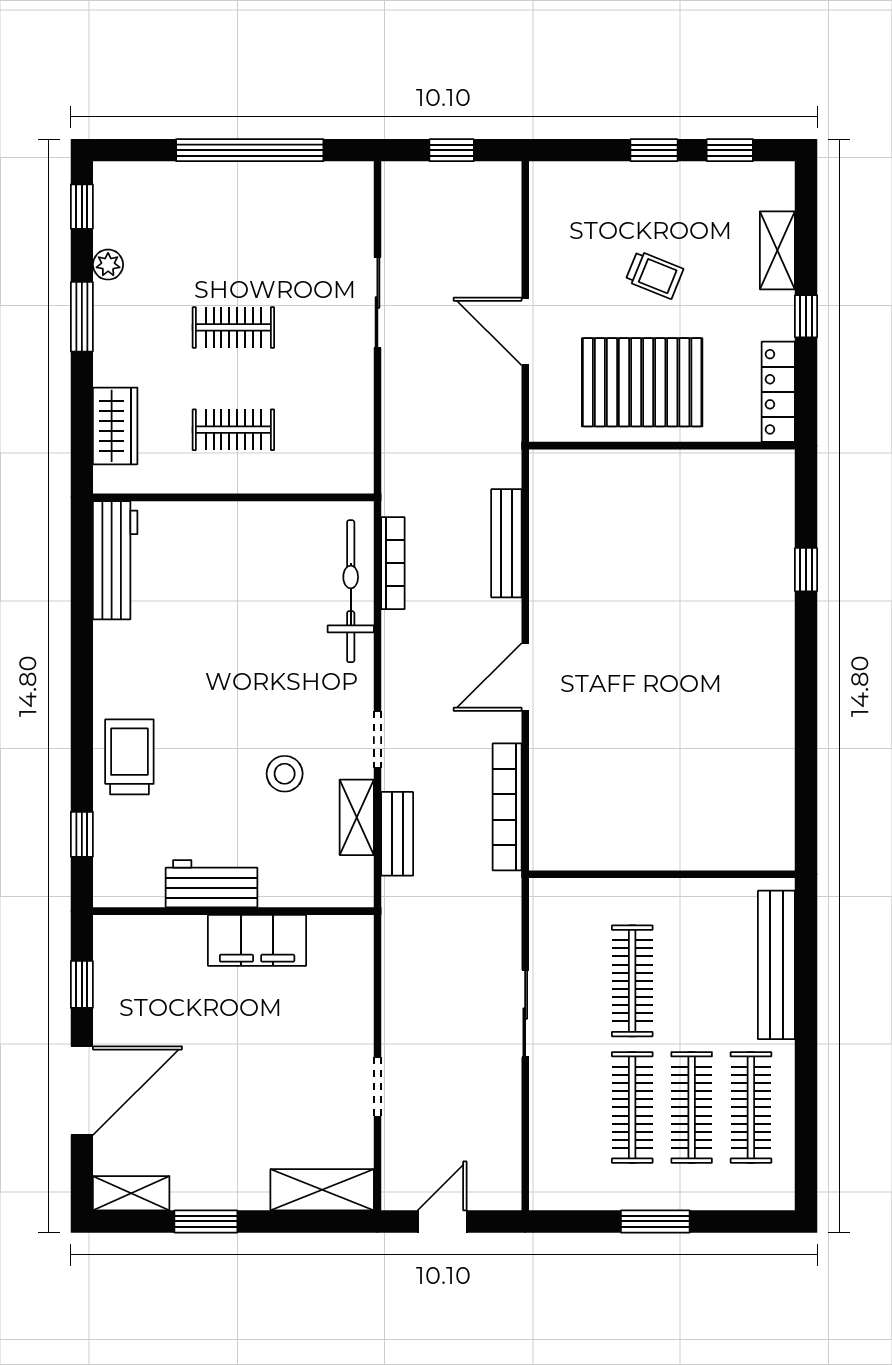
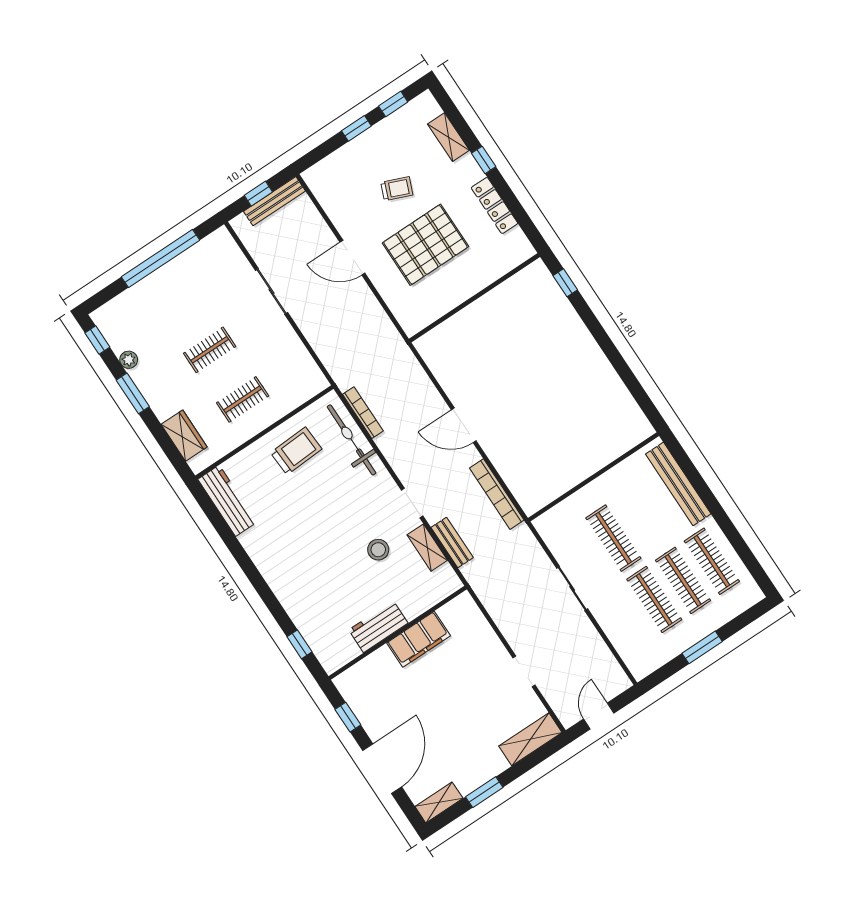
wall: (662, 446) -> (475, 298), moved
bench: (506, 543) -> (274, 201), moved, turned 90
door: (525, 677) -> (464, 425), hinge flipped
trolley: (129, 757) -> (296, 451), moved, turned 87

